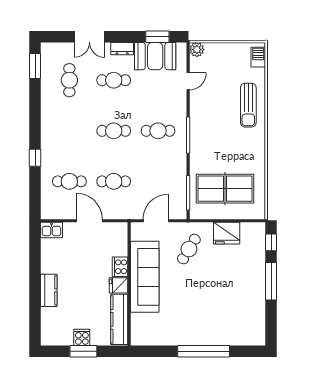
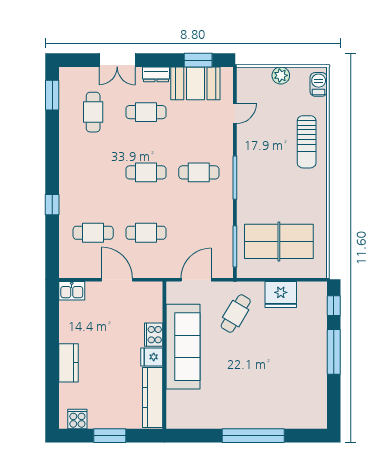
plant: (197, 50) -> (281, 75), moved
cooker: (82, 337) -> (77, 419), moved

